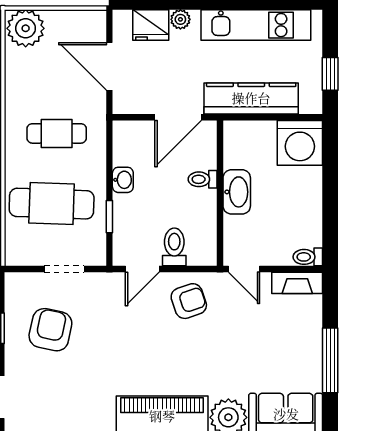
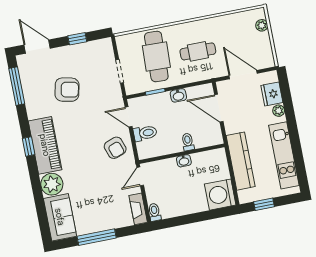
plant: (26, 28) -> (262, 25), width x0.53, depth x0.53
door: (109, 66) -> (243, 75), hinge flipped
door: (178, 117) -> (219, 108), moved
cafe table: (57, 133) -> (198, 51), turned 90
washbasin: (237, 192) -> (184, 161), width x0.52, depth x0.69
armchair: (50, 330) -> (67, 90), moved

